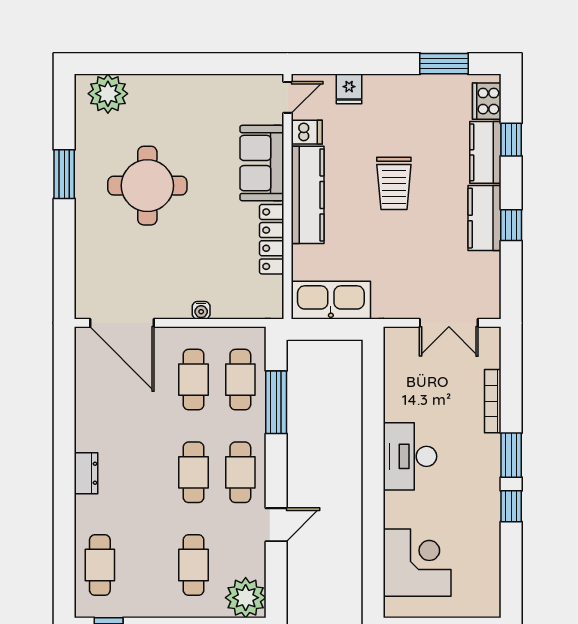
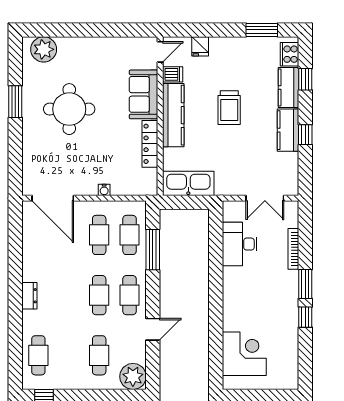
desk: (410, 456) -> (240, 244), moved

